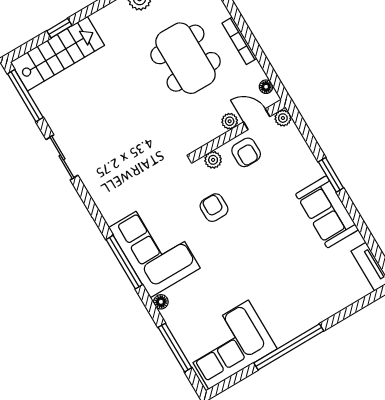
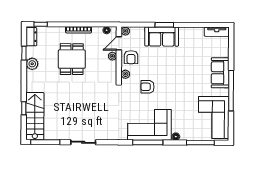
dining table: (186, 58) -> (72, 59), width x0.73
armchair: (246, 152) -> (131, 57), turned 90
sofa: (327, 212) -> (162, 37), moved
sofa: (307, 312) -> (220, 73), added

